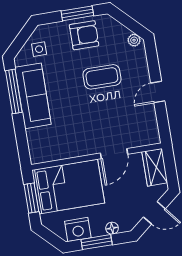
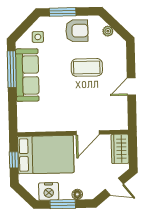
window: (77, 13) -> (63, 12), moved
plant: (134, 40) -> (108, 31), moved
window: (31, 198) -> (14, 160), width x0.67

